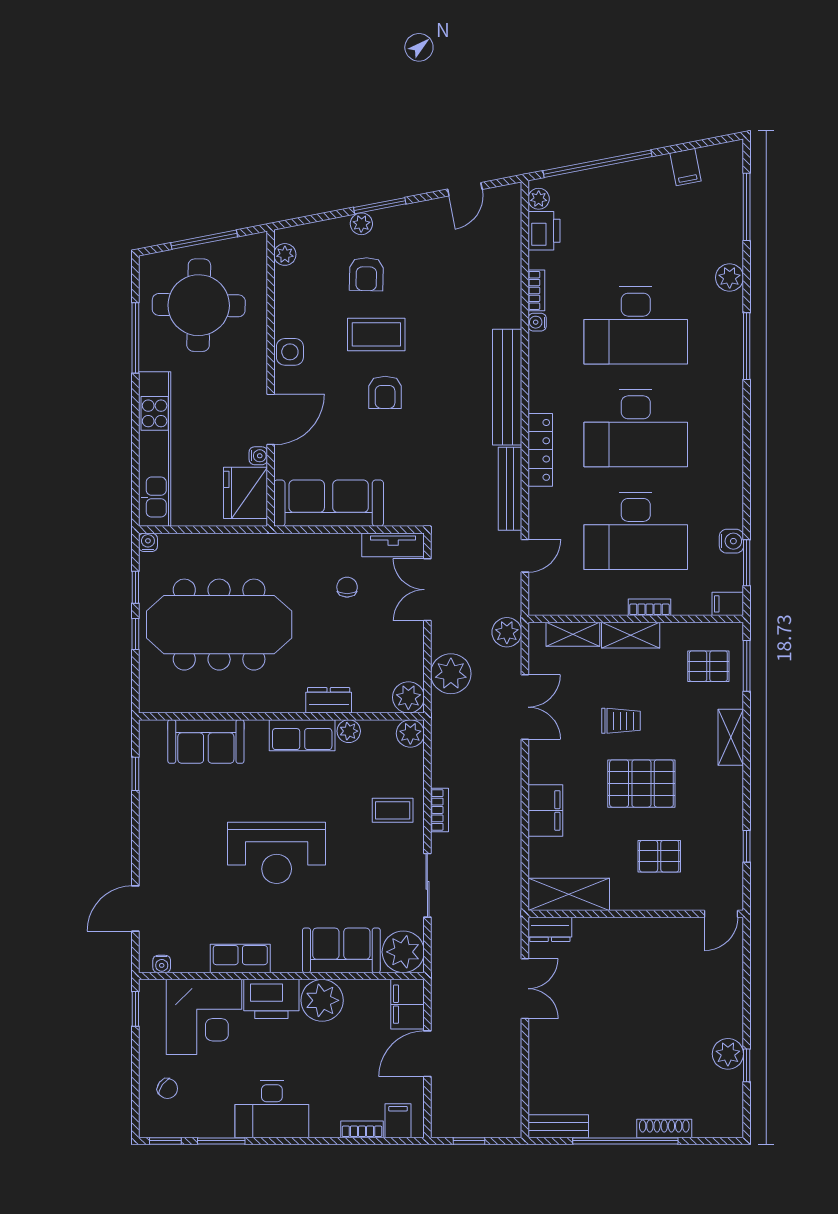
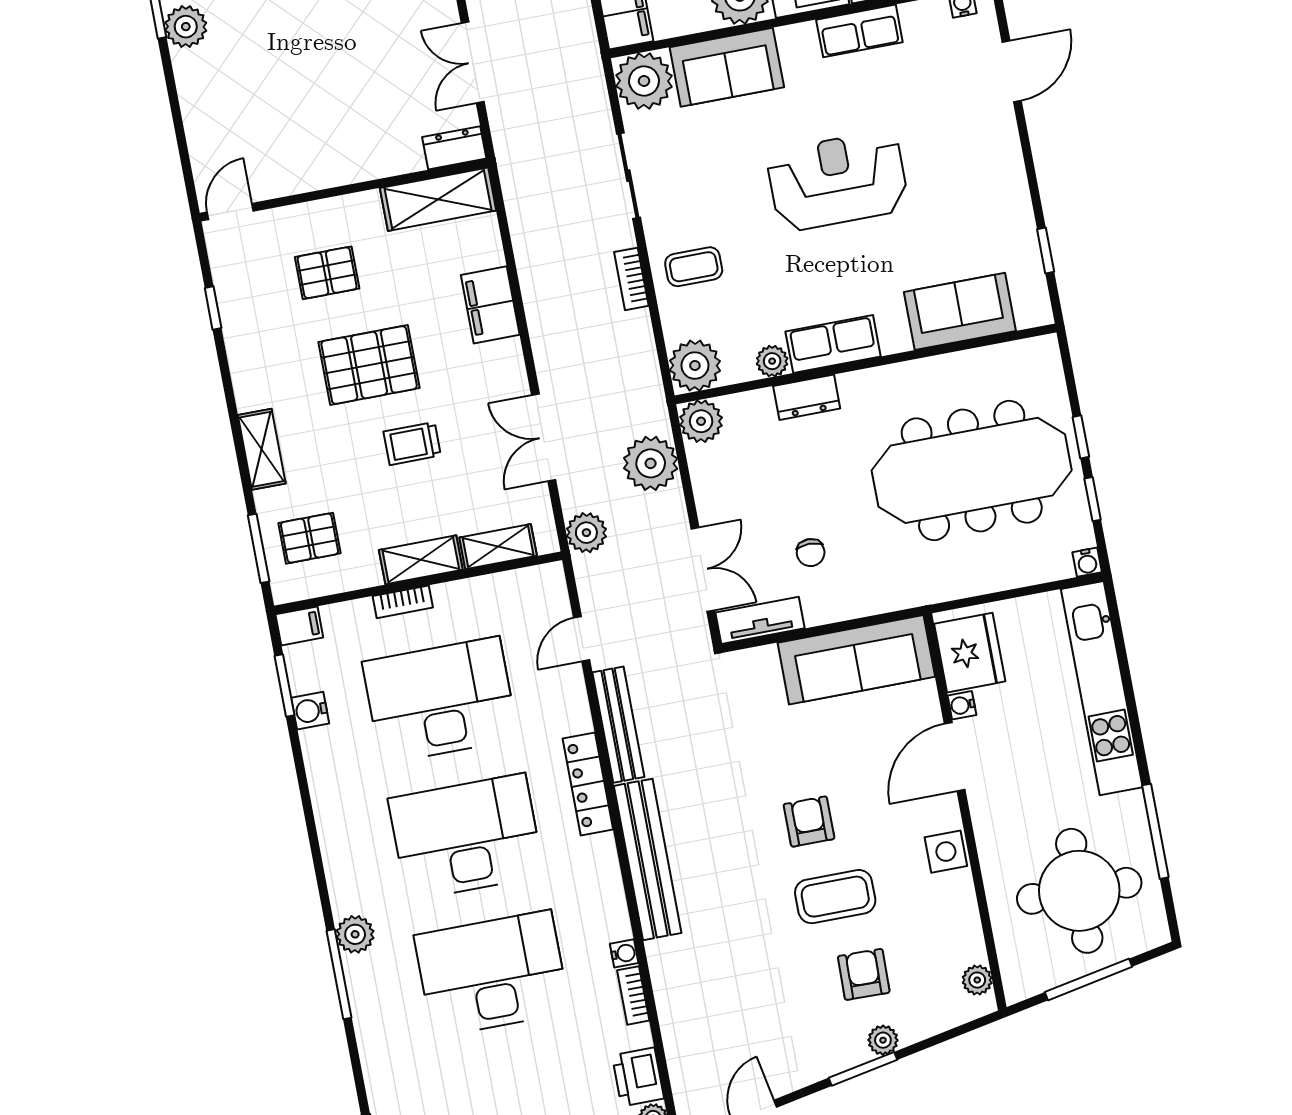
plant: (730, 278) -> (355, 934), moved
plant: (410, 733) -> (695, 366), width x1.36, depth x1.36

